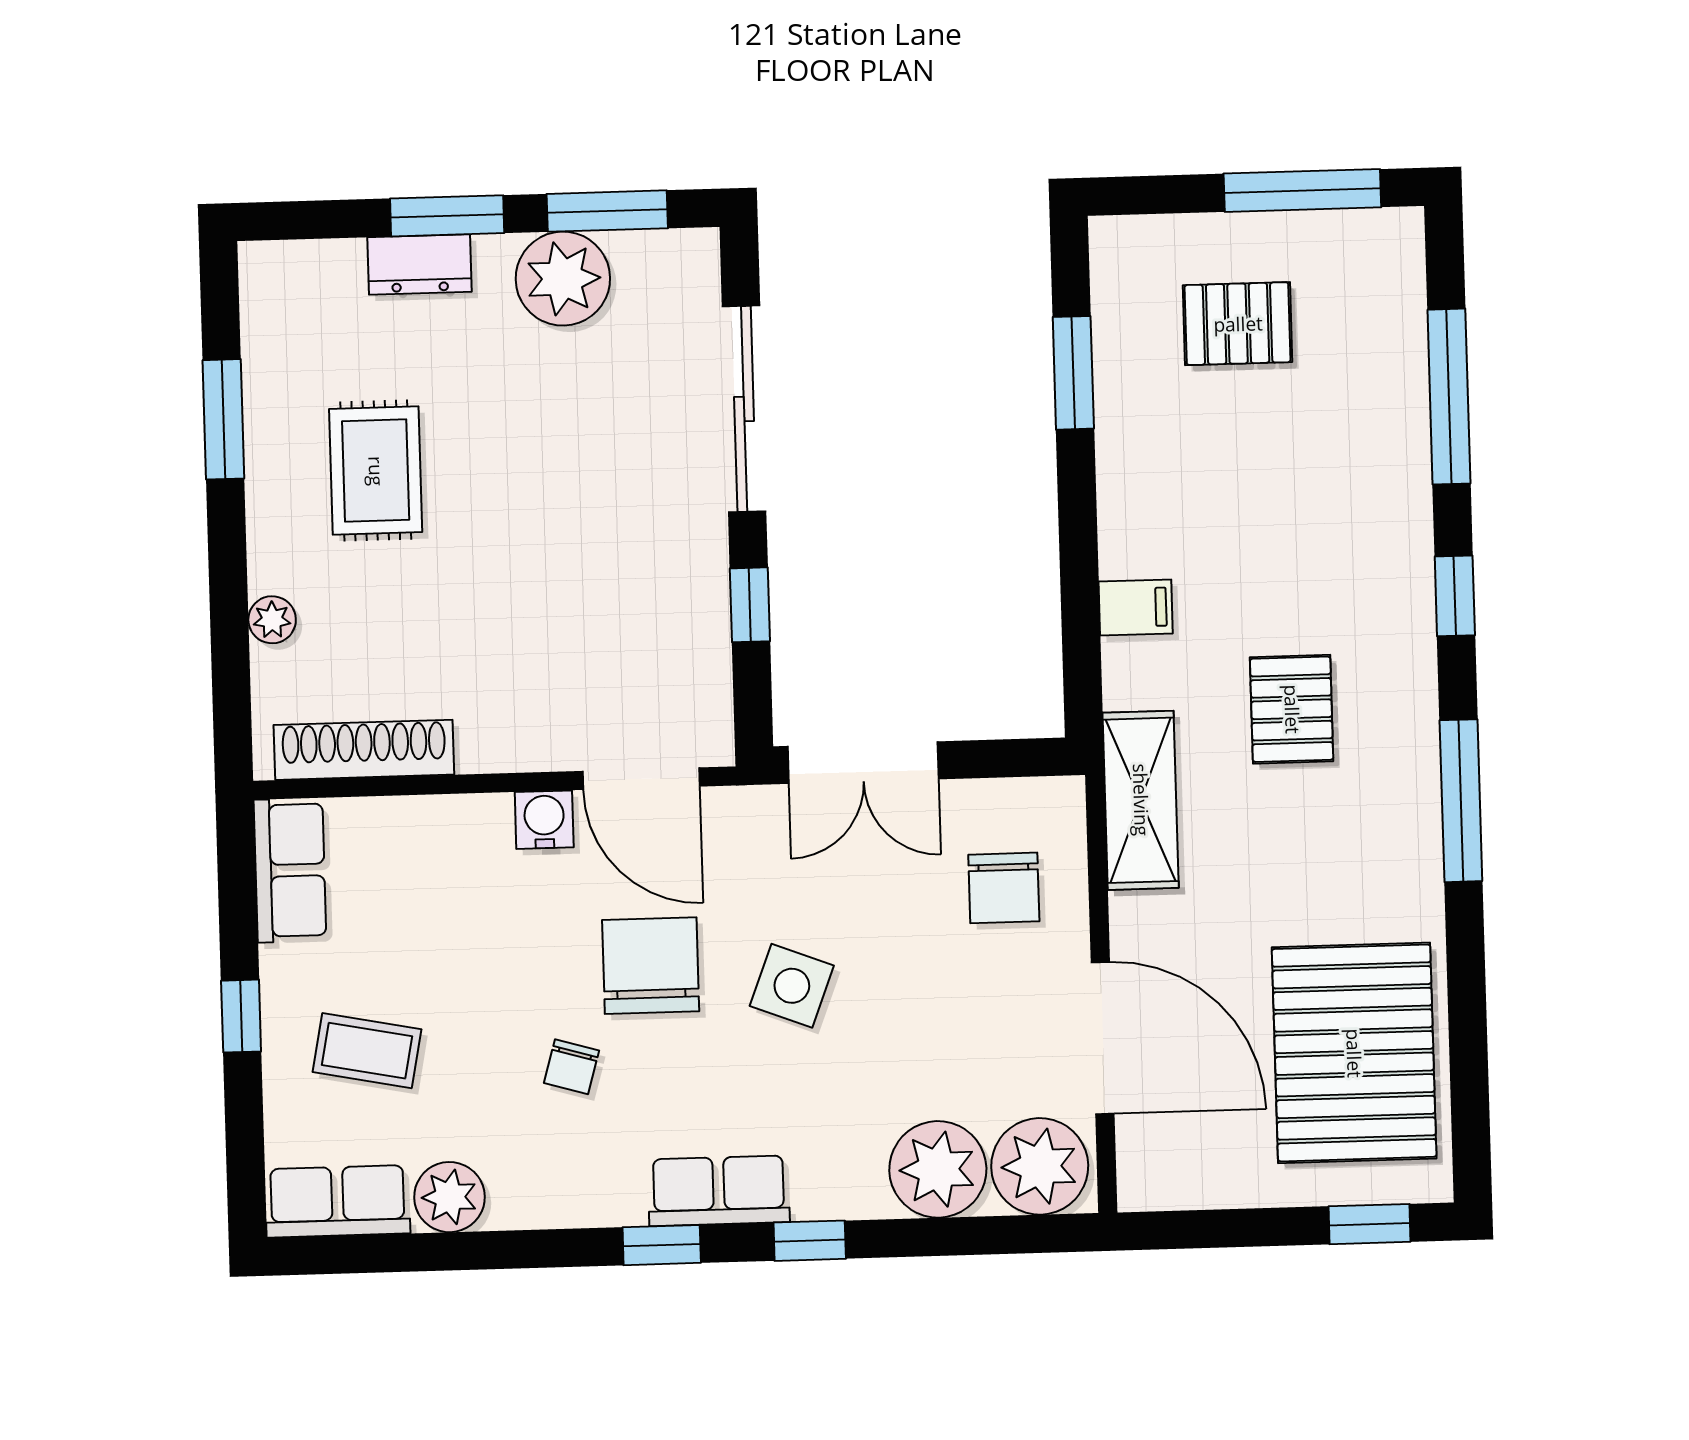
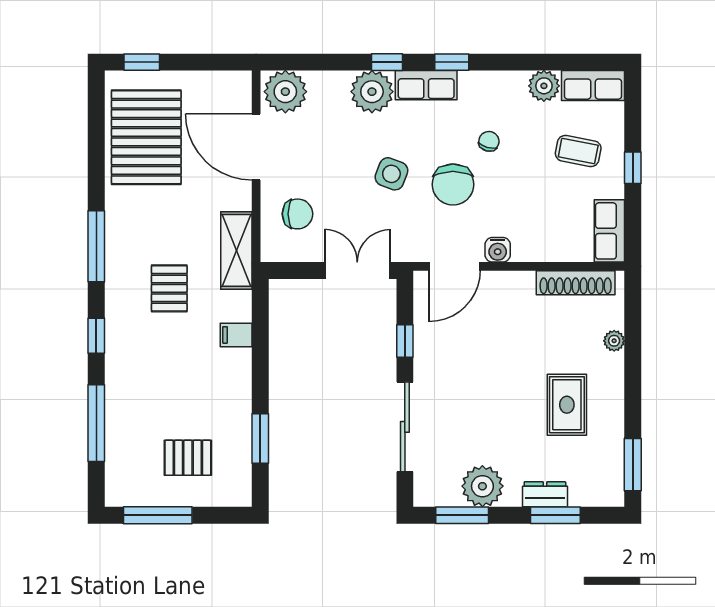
window: (447, 216) -> (555, 515), moved
window: (223, 419) -> (633, 465), moved
door: (641, 779) -> (455, 266), swing flipped
chair: (1004, 888) -> (297, 214), turned 90
plant: (938, 1169) -> (372, 92), moved

